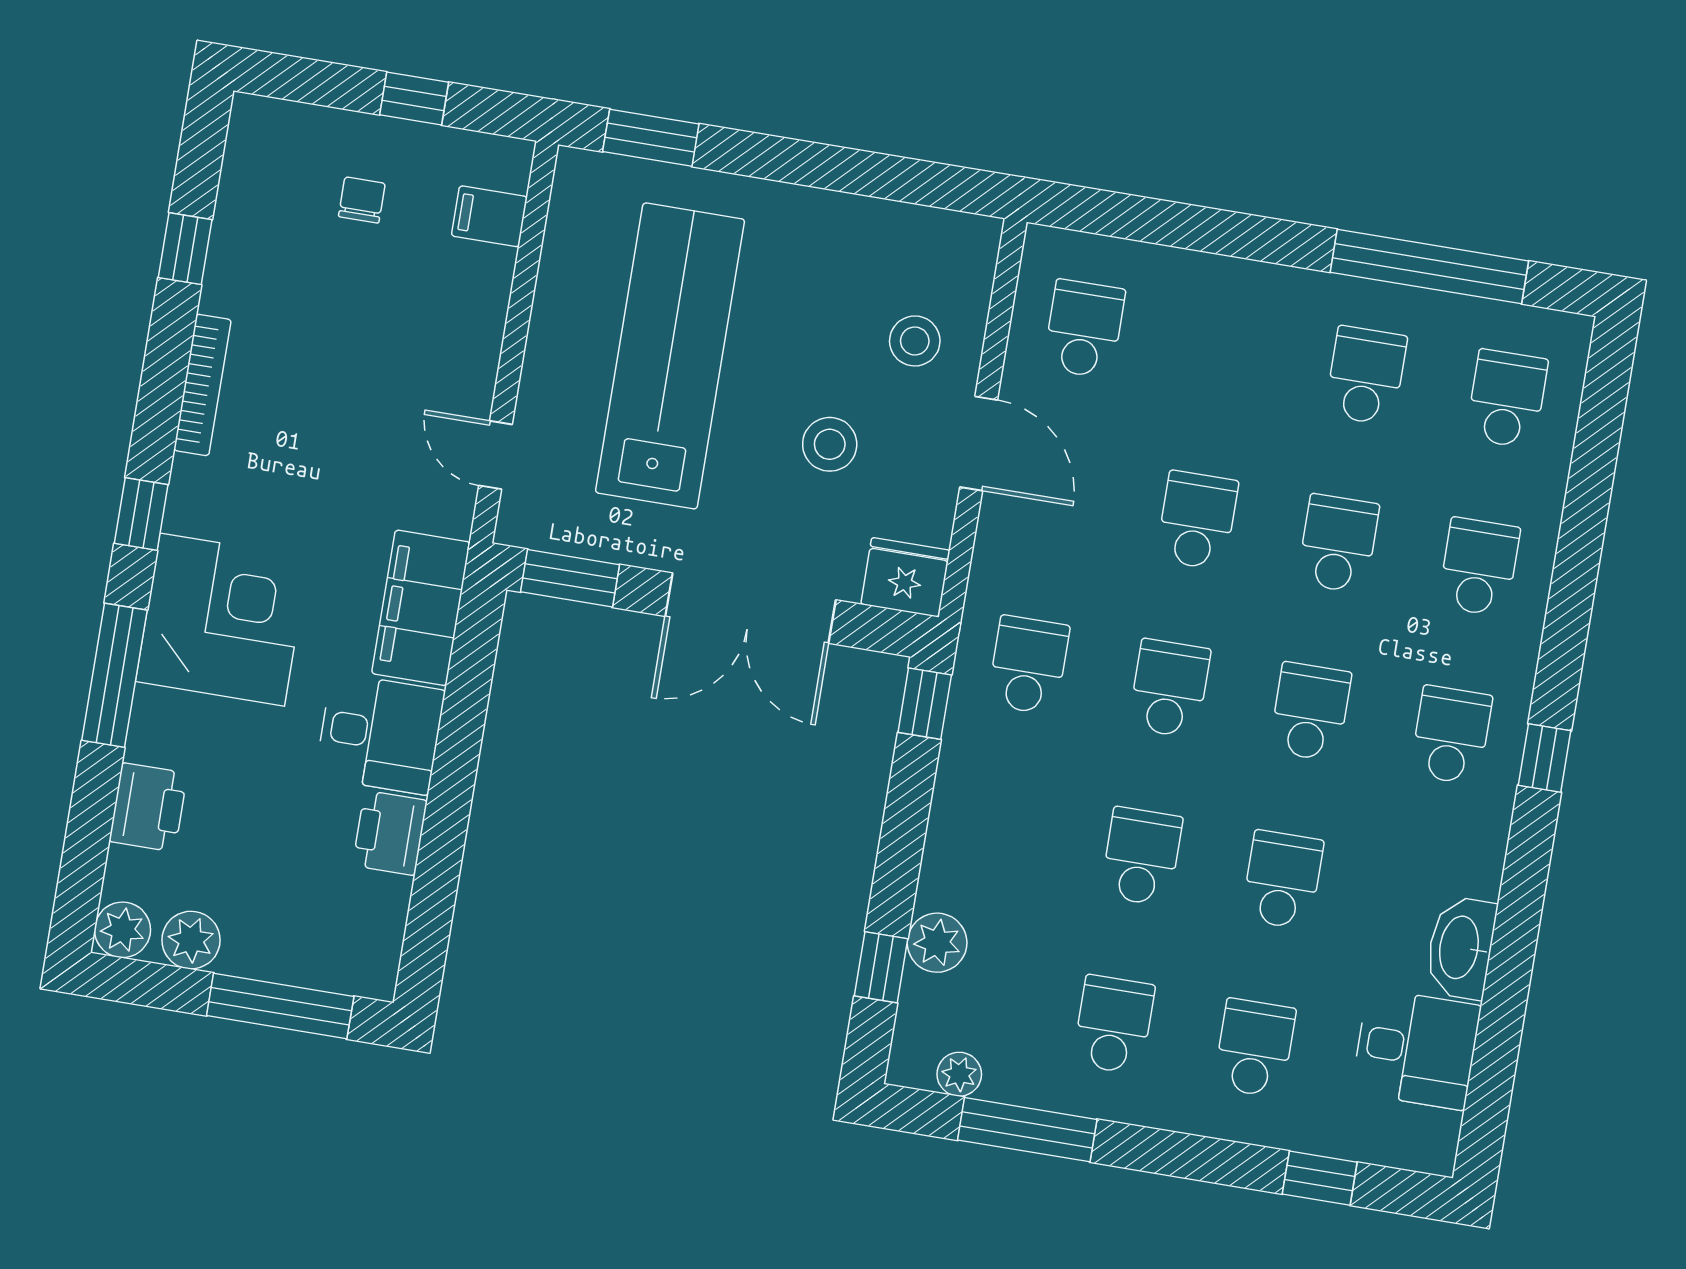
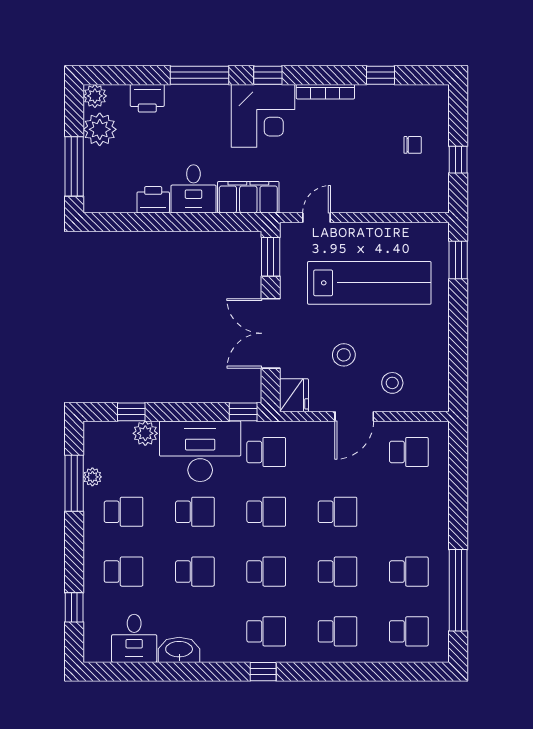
filing cabinet: (489, 216) -> (415, 199), removed
corner desk: (222, 620) -> (263, 116), moved
desk: (1001, 820) -> (200, 451), added
plant: (191, 940) -> (100, 129), width x1.36, depth x1.36
plant: (959, 1074) -> (92, 477), moved

